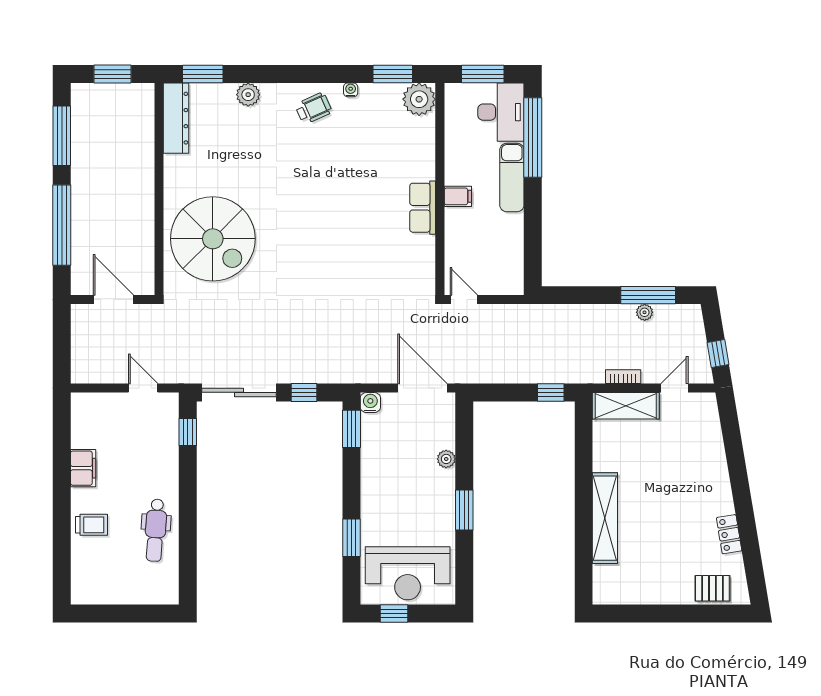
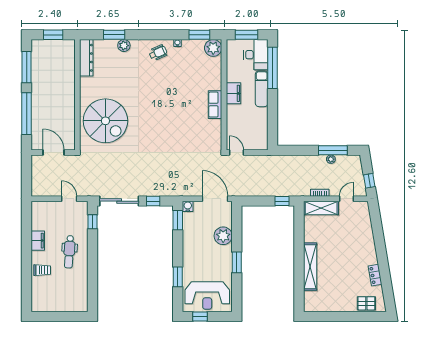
window: (203, 74) -> (114, 35), moved
filing cabinet: (458, 196) -> (233, 93), width x2.00
plant: (446, 459) -> (223, 236), width x1.88, depth x1.88
dental chair: (156, 530) -> (69, 252), moved

